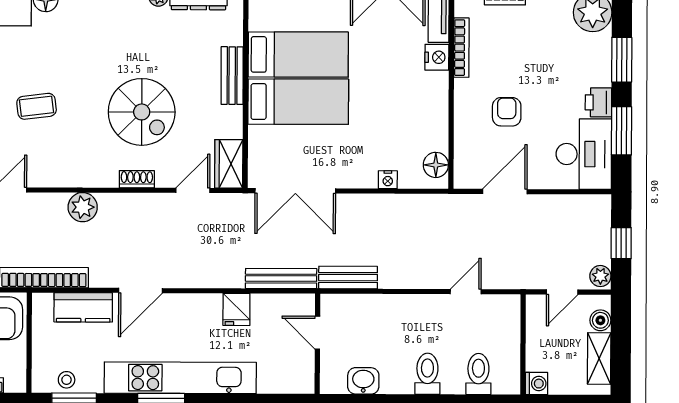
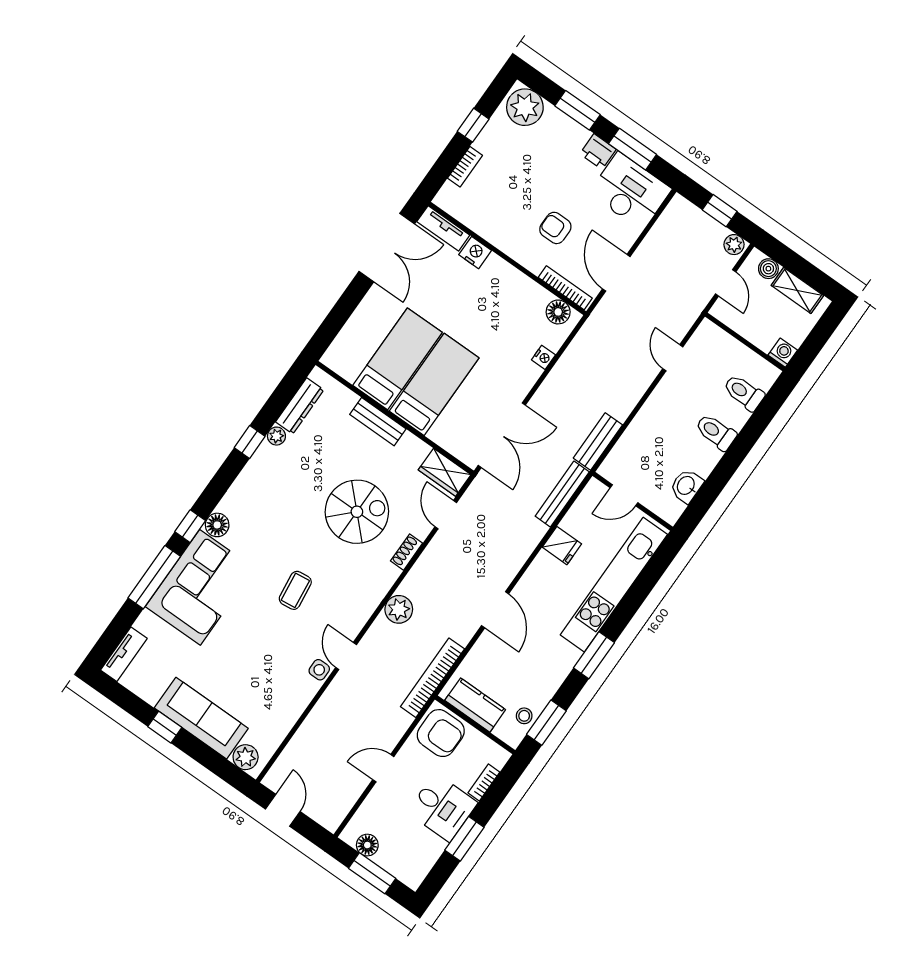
bookcase: (461, 48) -> (565, 288), moved
kitchen counter: (83, 307) -> (475, 705), moved, turned -90
kitchen unit: (180, 378) -> (614, 585), moved

